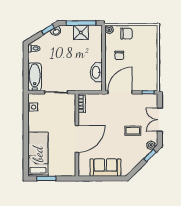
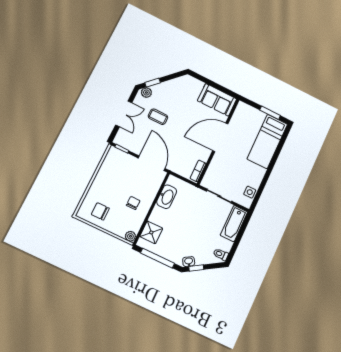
shower: (81, 33) -> (151, 232), moved
chair: (126, 34) -> (100, 211), moved
door: (120, 92) -> (152, 163), swing flipped
sofa: (105, 168) -> (217, 100), moved

